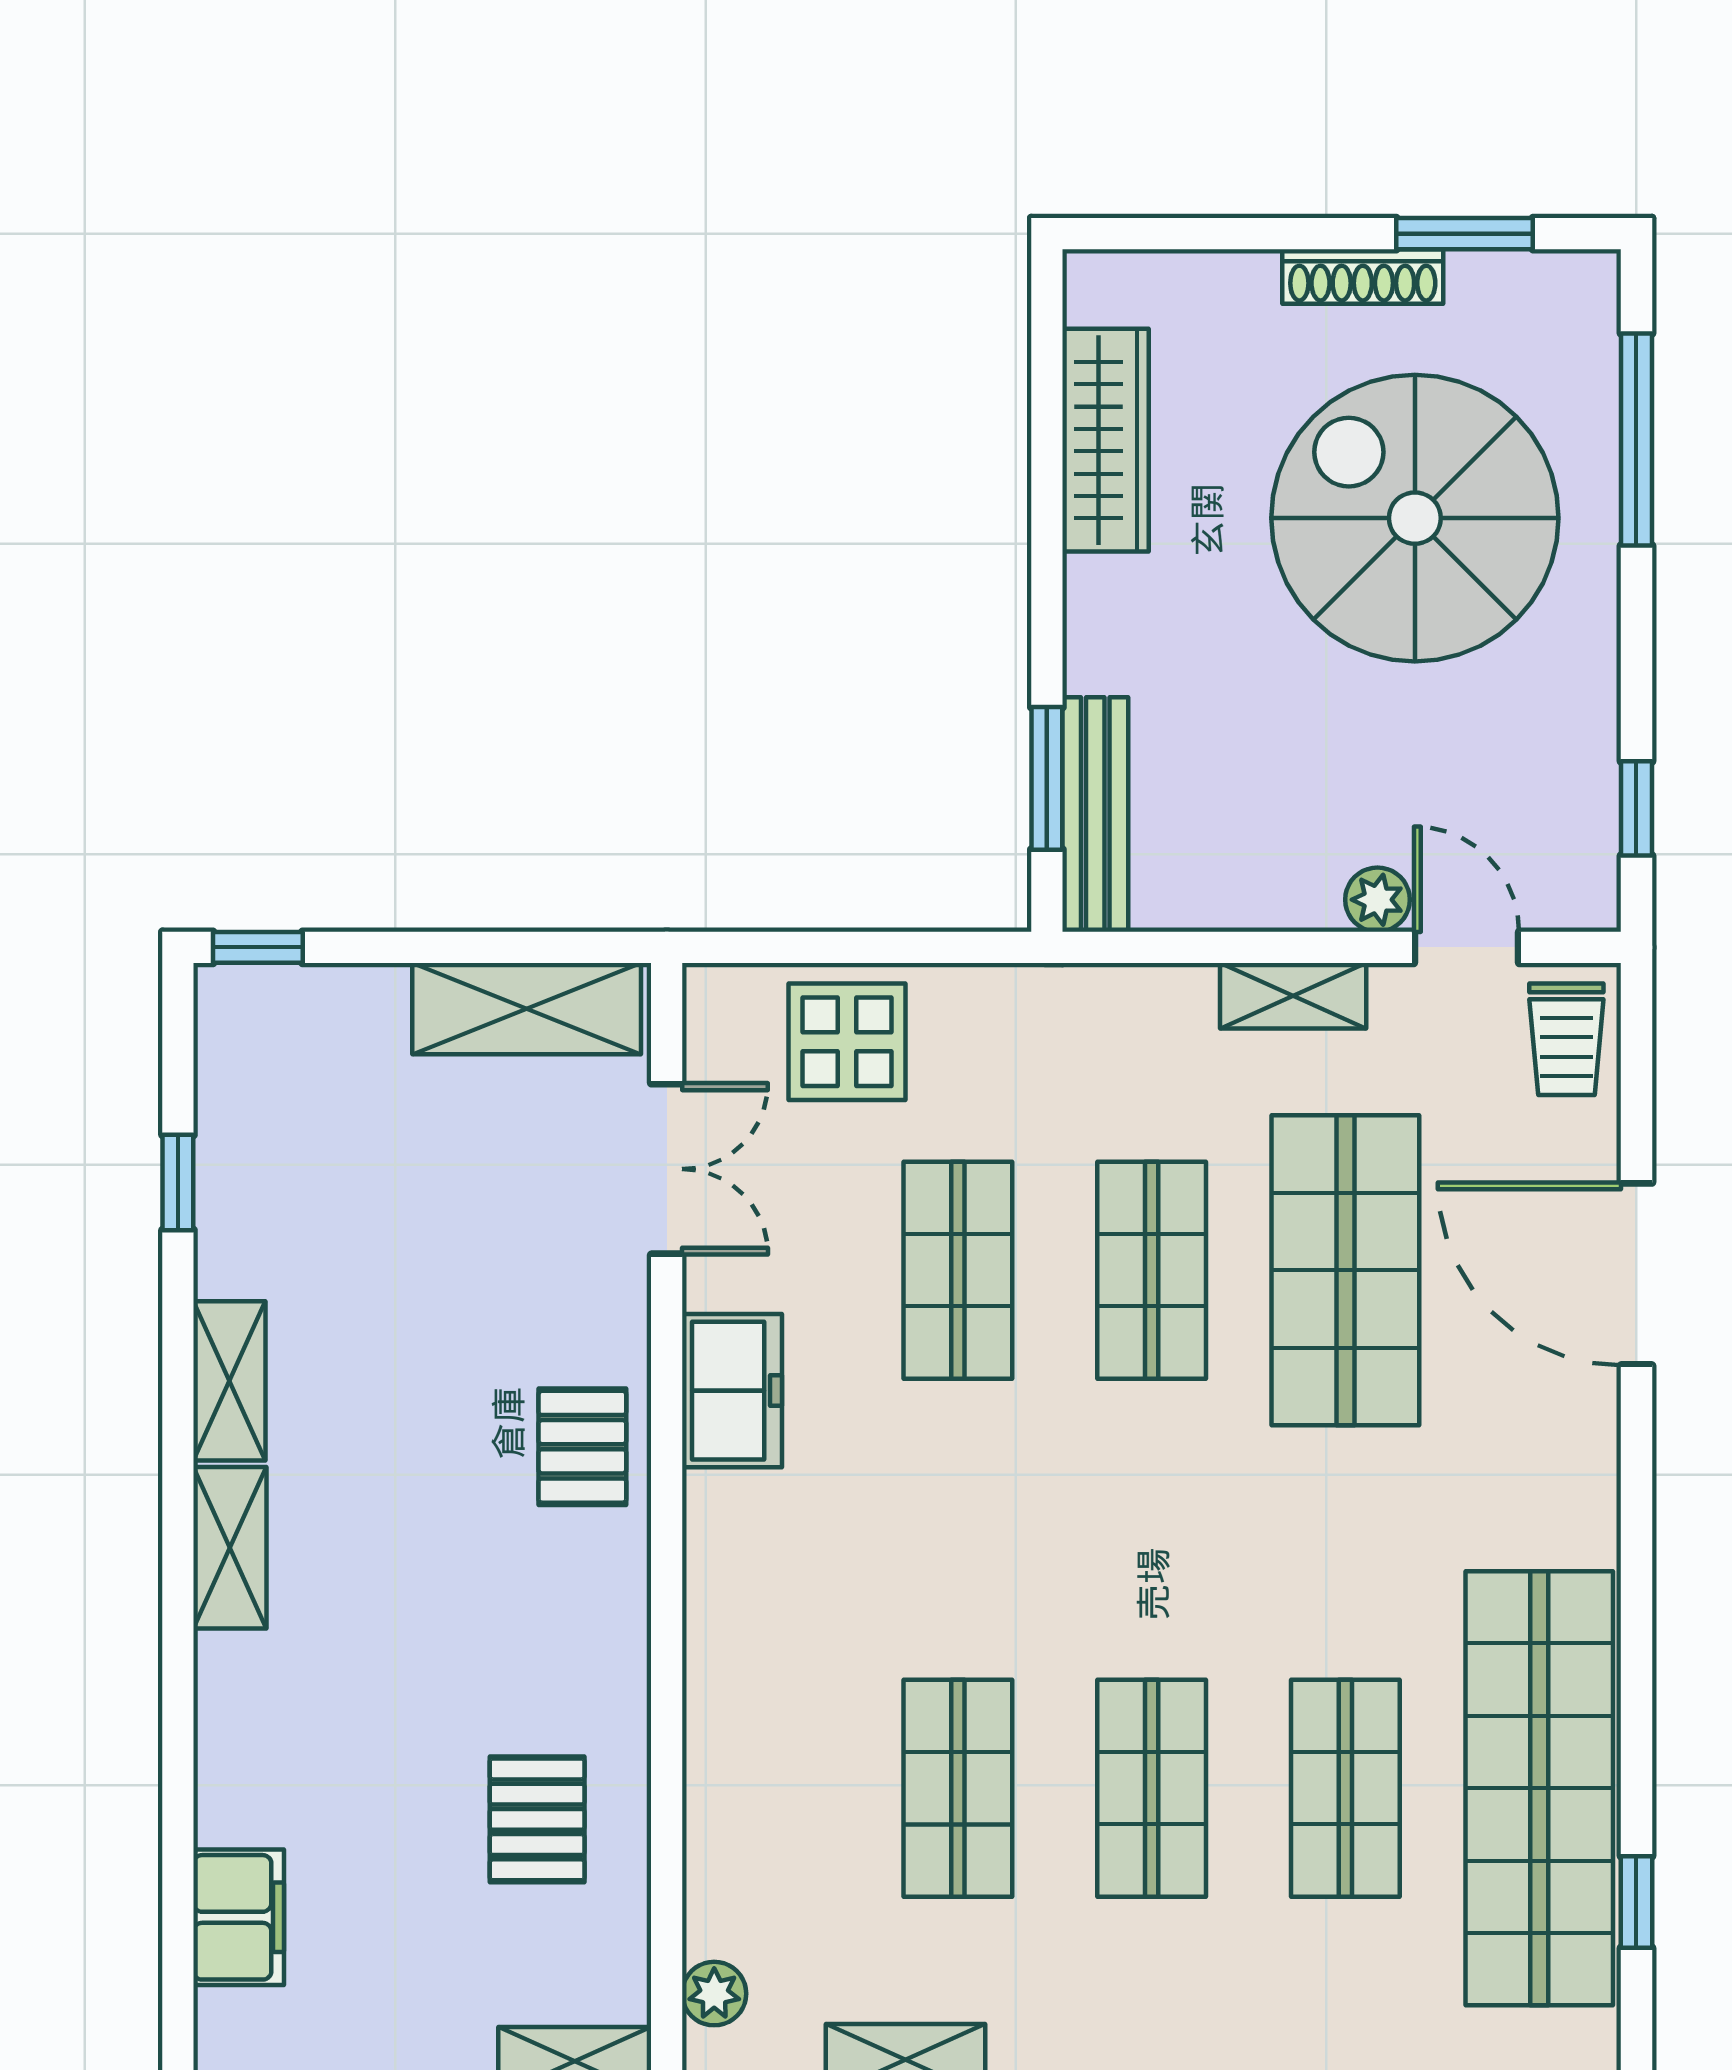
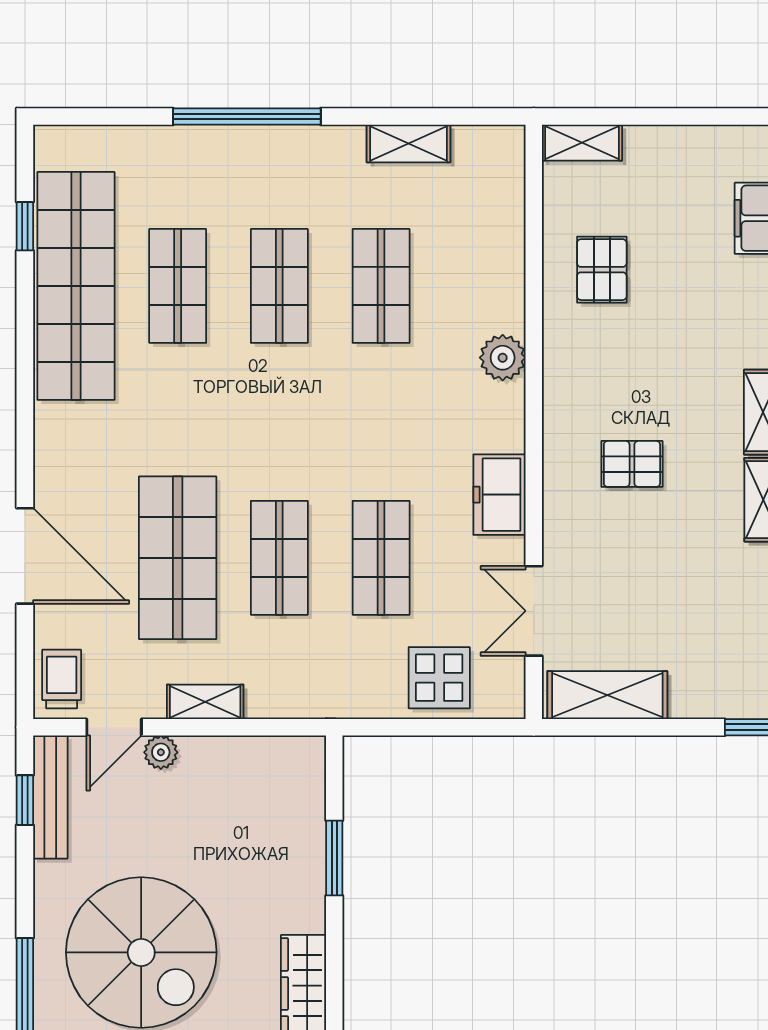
window: (1047, 778) -> (334, 858), moved
bench: (1095, 815) -> (50, 797), moved
door: (1467, 947) -> (114, 727), hinge flipped
pallet: (582, 1447) -> (632, 464), moved, turned 90
plant: (714, 1994) -> (503, 358), moved, width x1.38, depth x1.38

